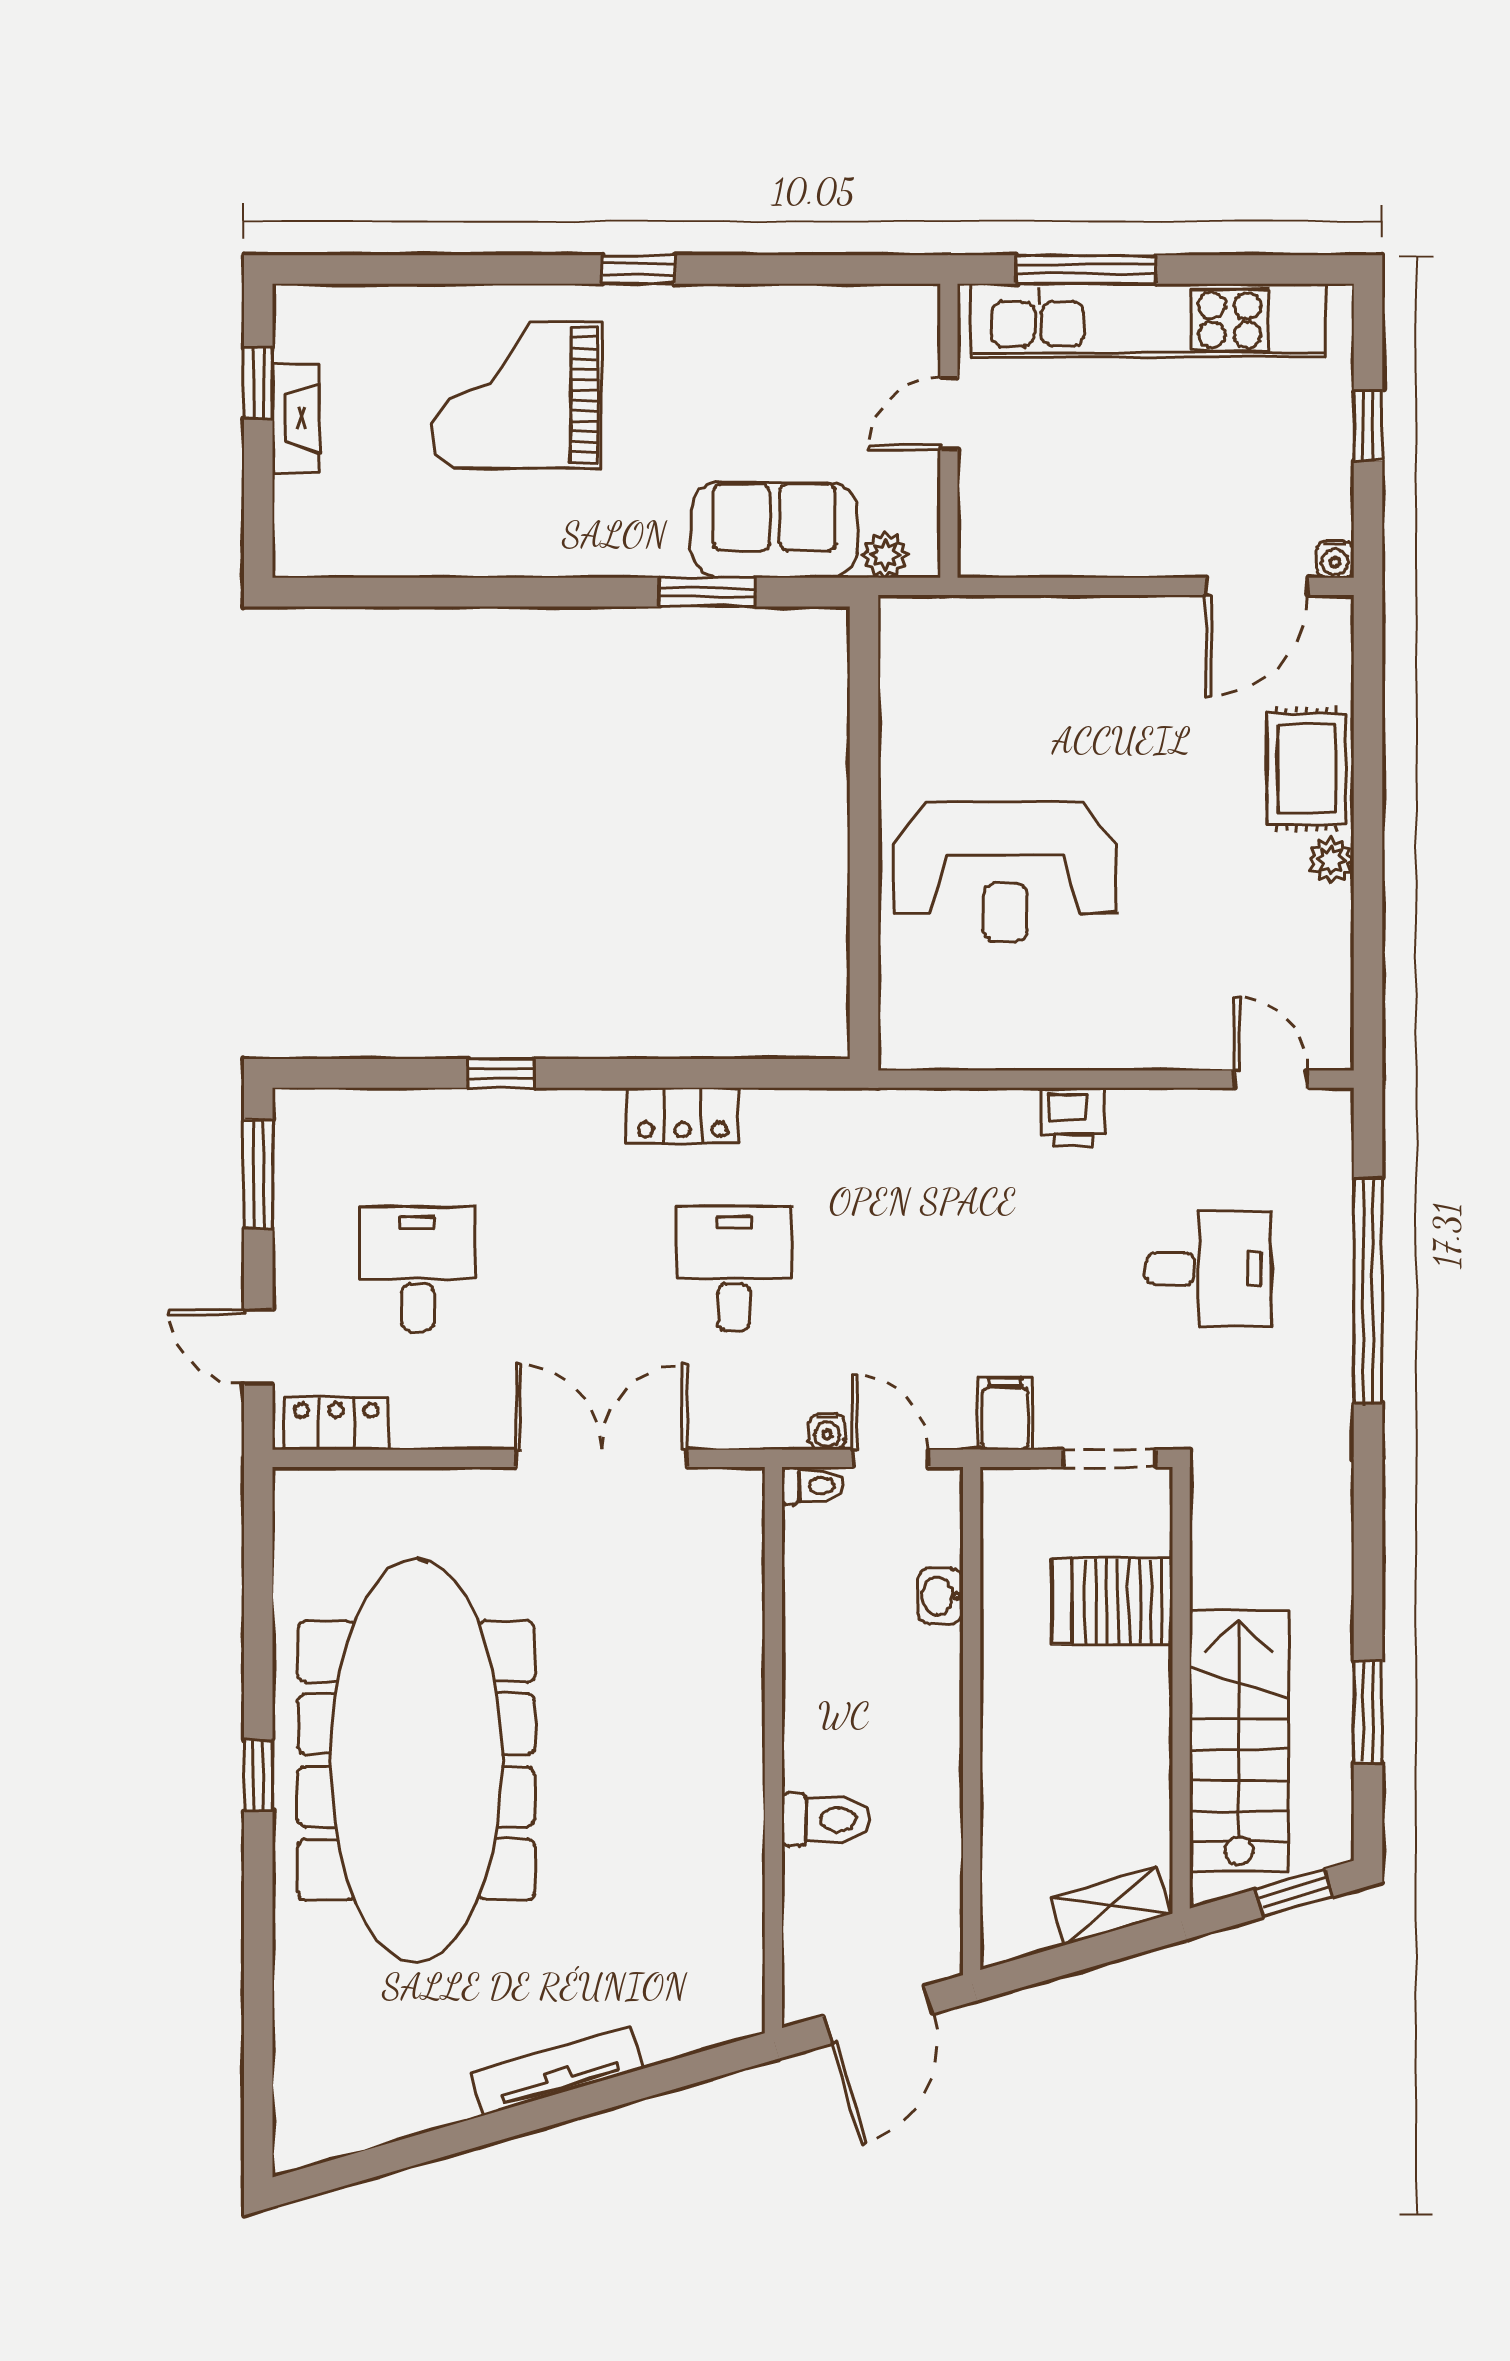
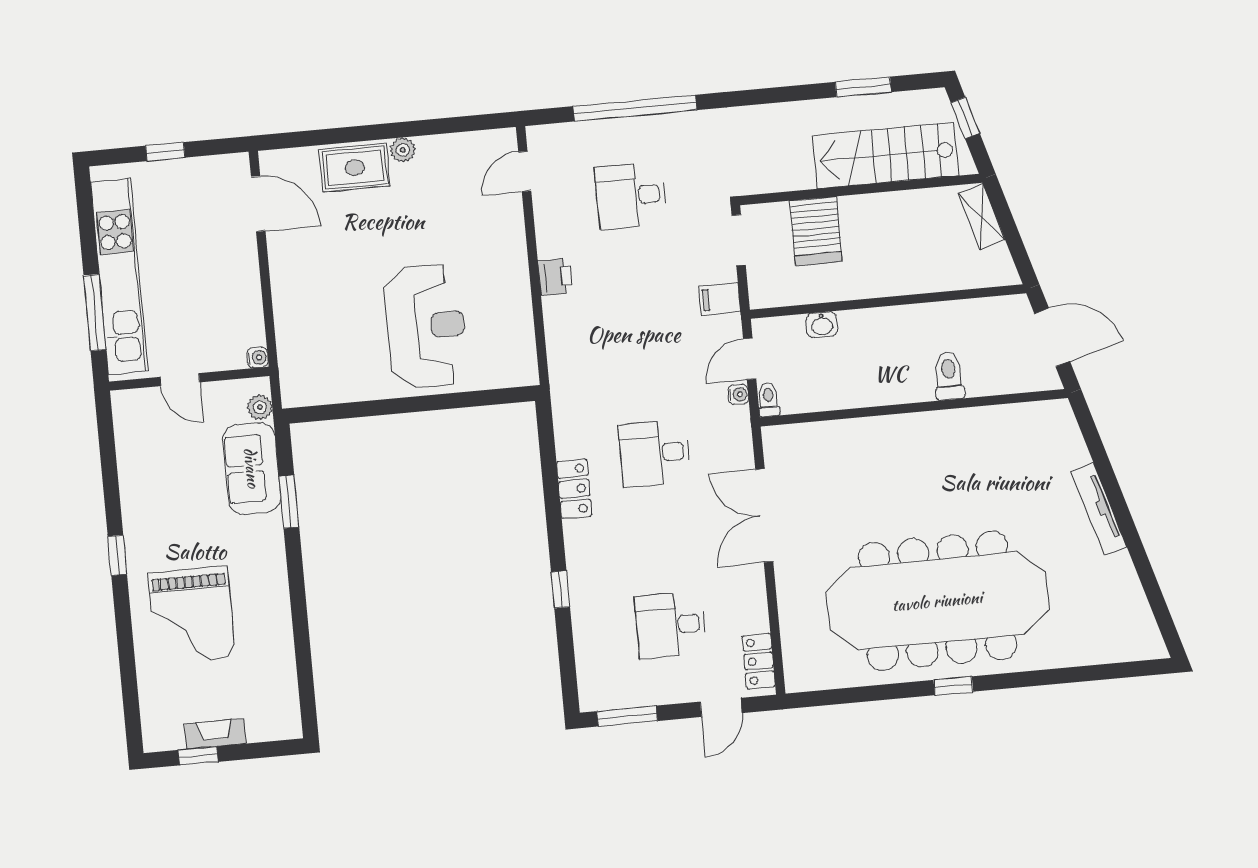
water cooler: (1335, 559) -> (258, 357), moved
desk: (1209, 1269) -> (631, 196), turned -90

